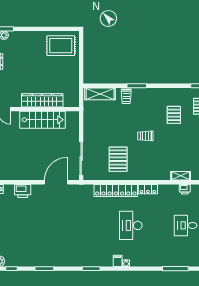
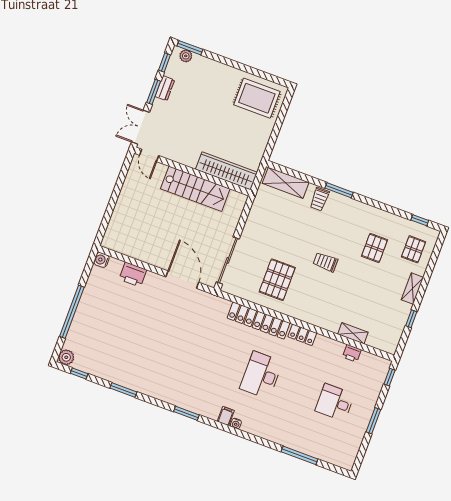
wardrobe: (42, 100) -> (226, 171), moved
door: (56, 182) -> (182, 280), hinge flipped

